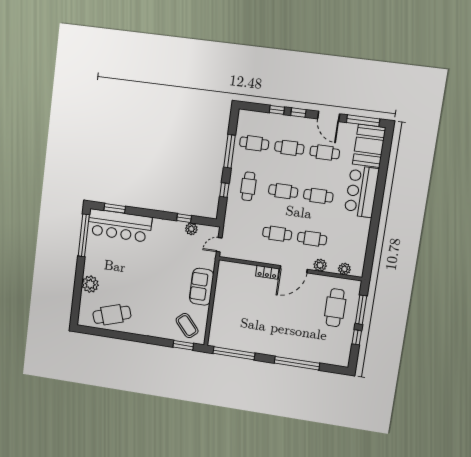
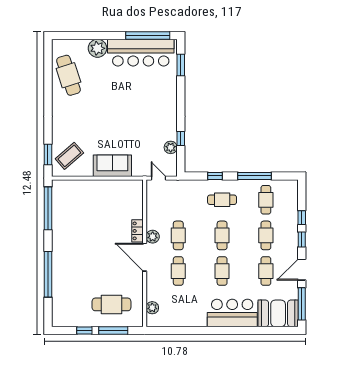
bar counter: (120, 226) -> (141, 53), moved, turned -90
plant: (320, 265) -> (153, 237), moved

